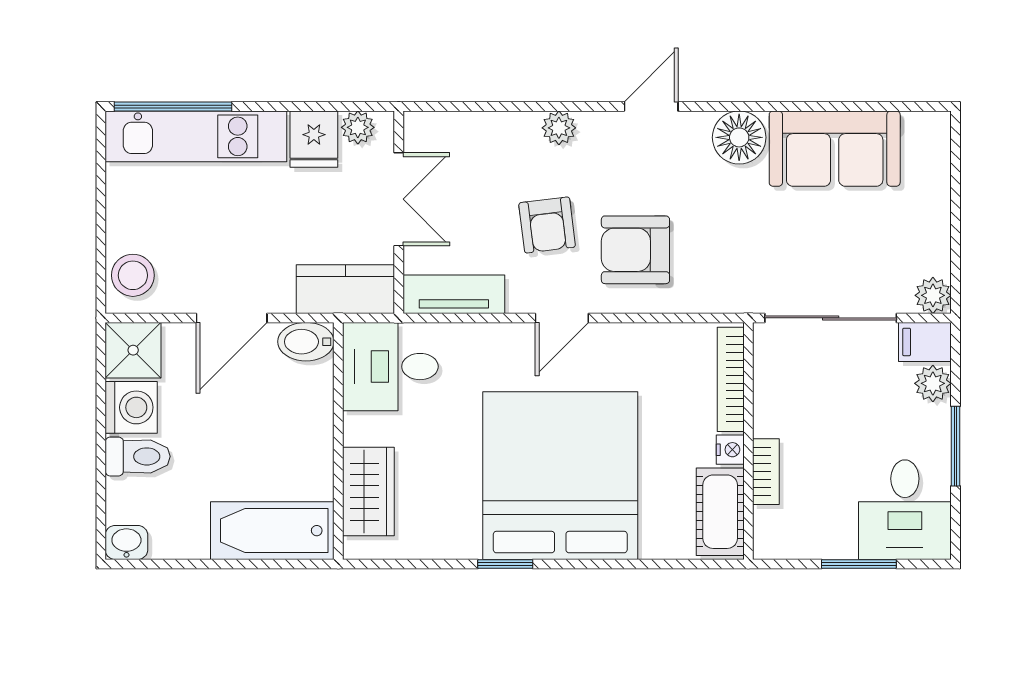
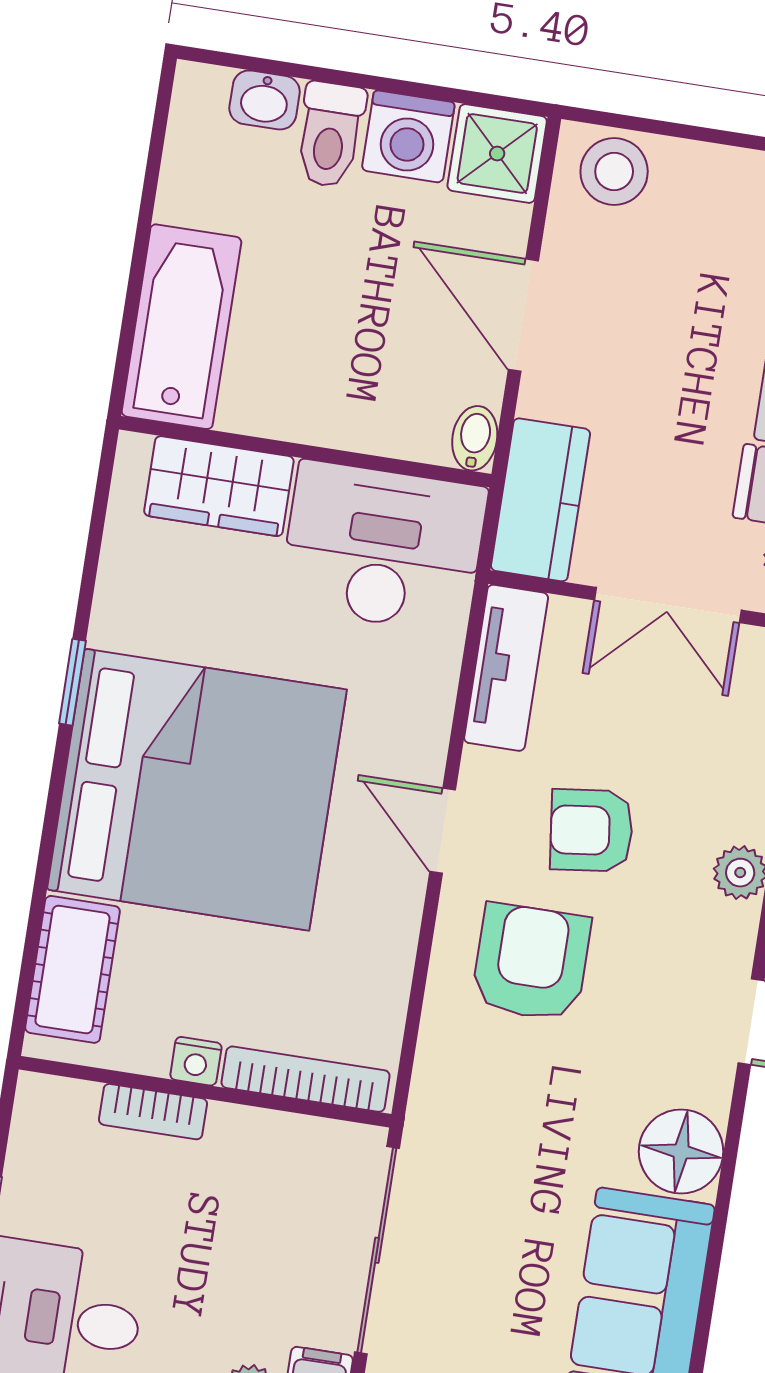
bidet: (306, 342) -> (475, 438), width x0.72, depth x0.74
desk: (390, 367) -> (383, 547), width x1.37
cot: (720, 512) -> (73, 969), moved, turned 90
washbasin: (126, 542) -> (265, 100), moved, turned 90

